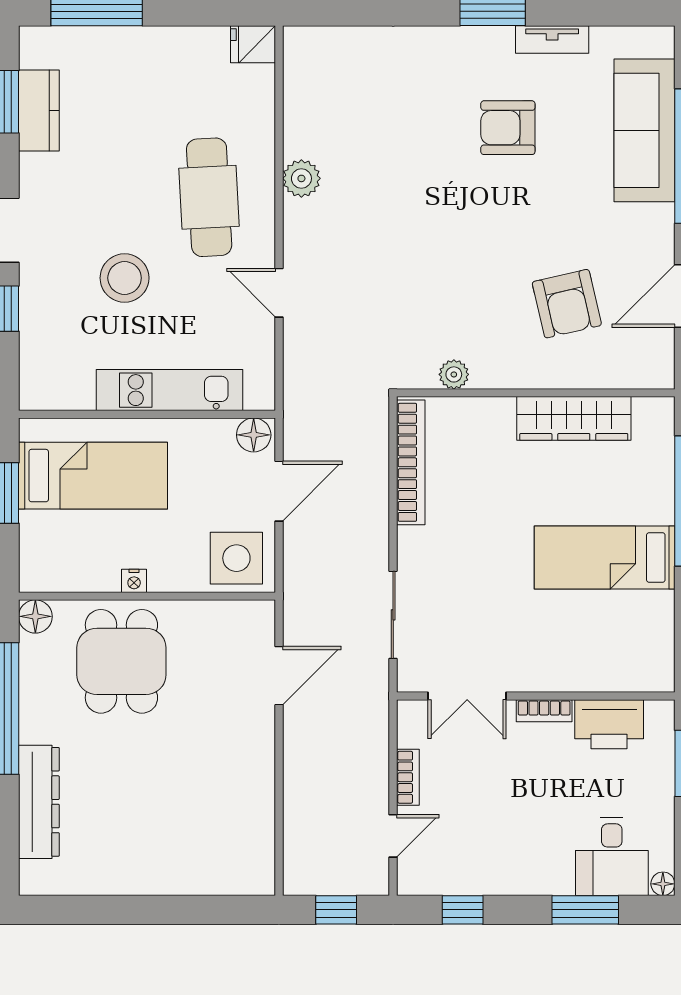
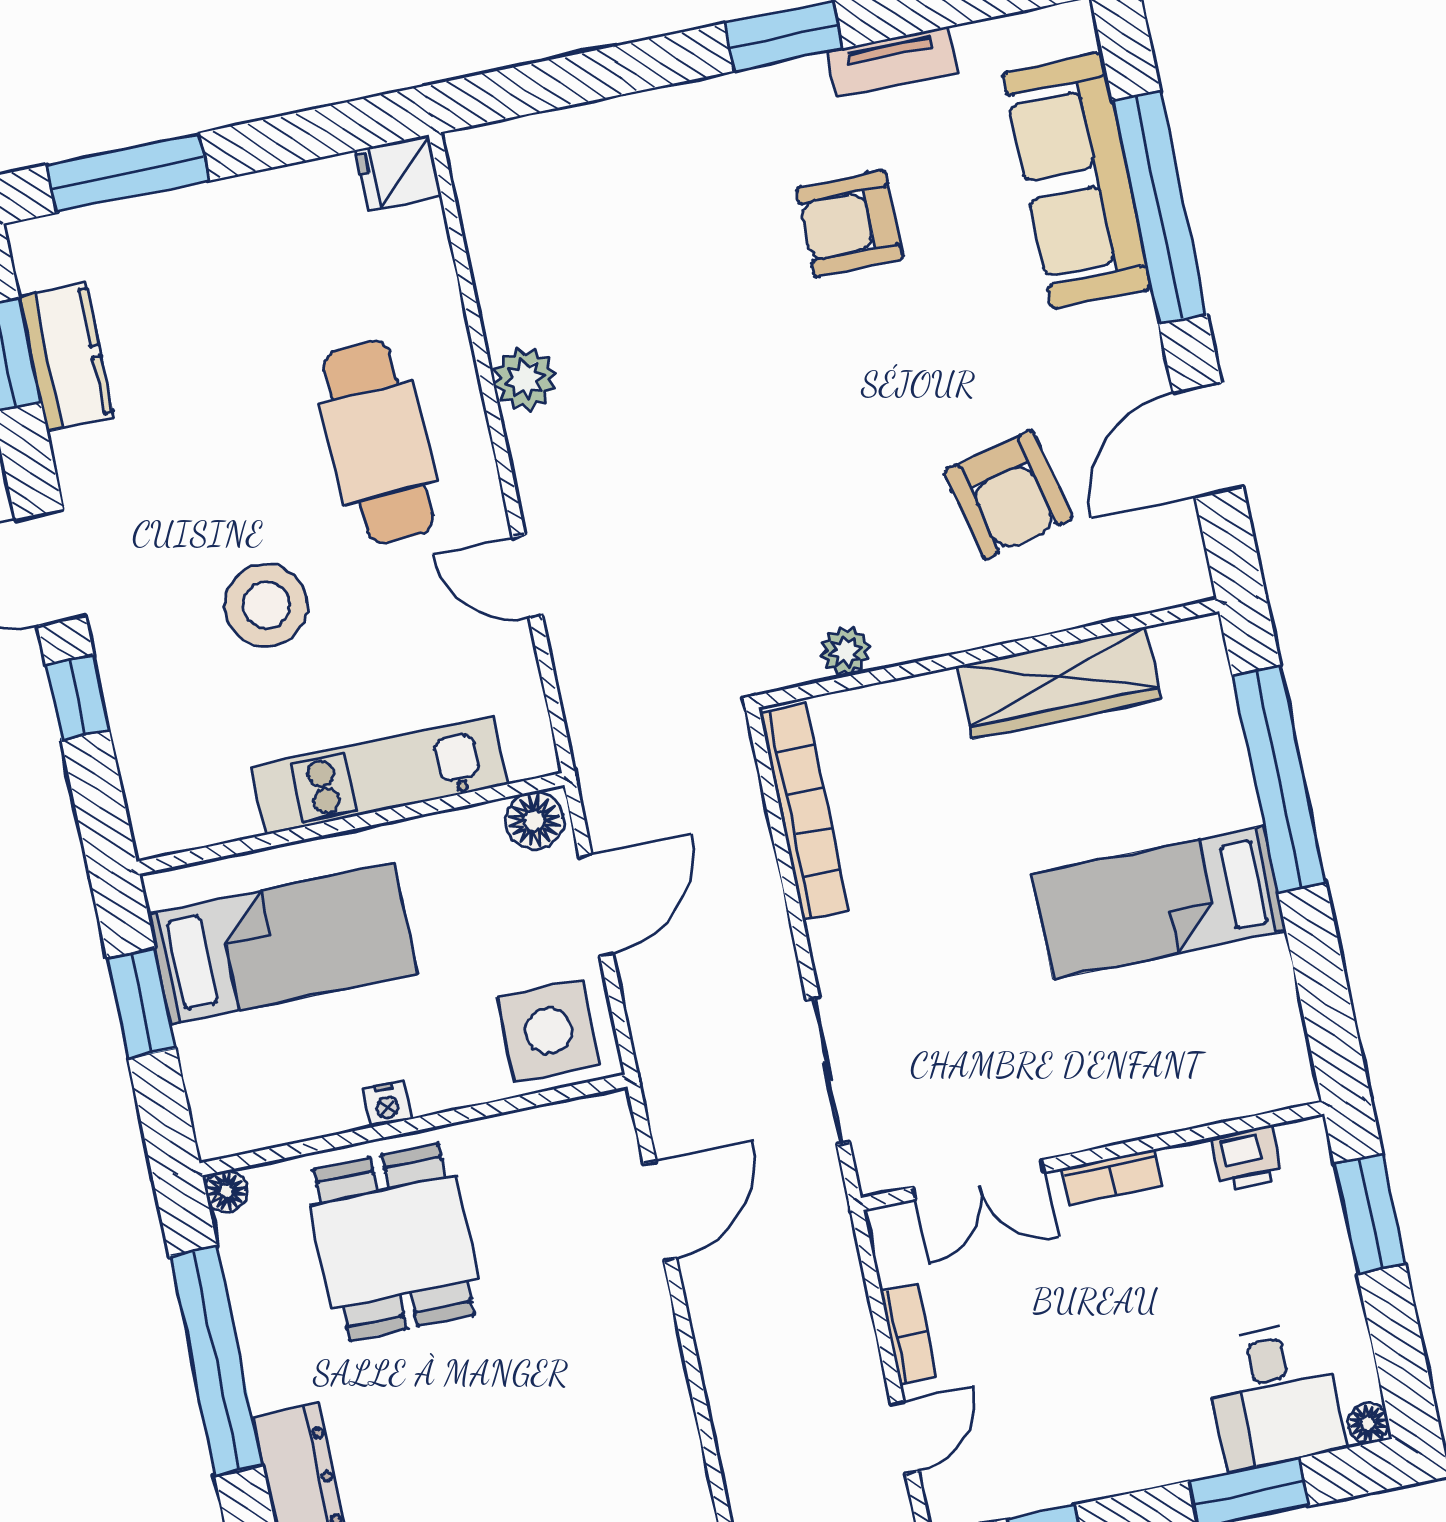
floor lamp: (35, 616) -> (226, 1191), width x0.73, depth x0.73
printer: (609, 724) -> (1248, 1158), width x0.53, depth x0.68

